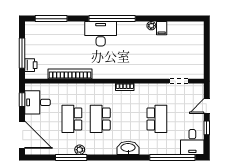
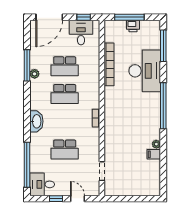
desk: (101, 34) -> (145, 71), moved, width x1.36, depth x1.30
printer: (31, 65) -> (133, 26), moved
school desk: (72, 119) -> (65, 66), turned 180
school desk: (100, 119) -> (65, 94), turned 180

